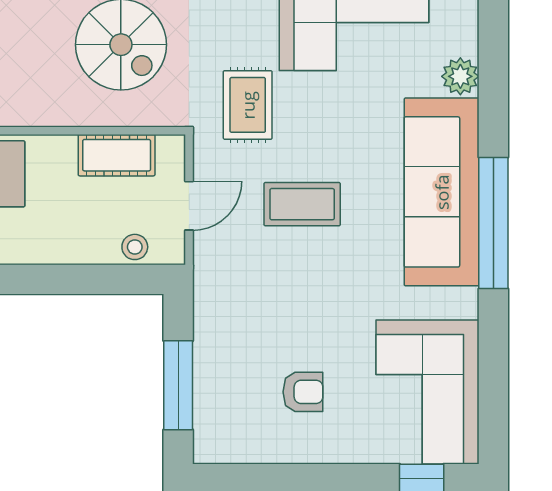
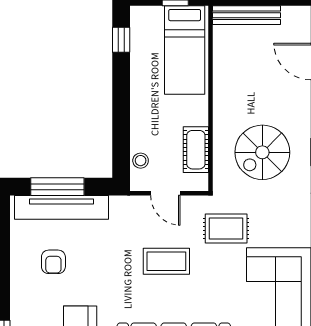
coffee table: (302, 204) -> (166, 261), turned 90
tv unit: (213, 379) -> (61, 207), added

